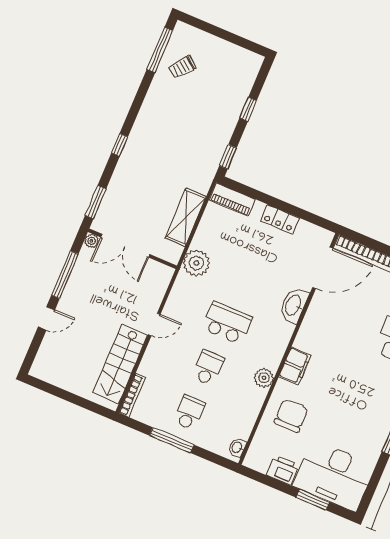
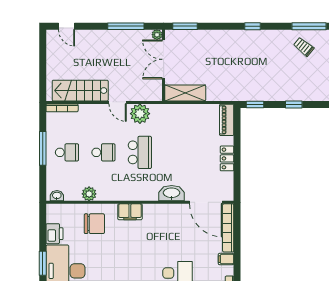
window: (120, 145) -> (253, 26), moved
shelving: (186, 217) -> (185, 93), moved
plant: (196, 263) -> (140, 114), moved
door: (46, 318) -> (67, 26), moved
plant: (264, 378) -> (89, 194), moved

